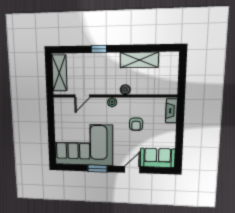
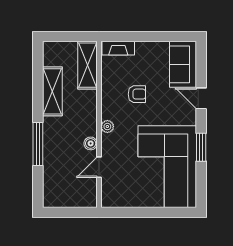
window: (99, 49) -> (38, 144), width x2.17
shelving: (59, 73) -> (88, 65), moved, turned 90
boiler: (125, 90) -> (91, 143), moved
door: (82, 96) -> (99, 167), swing flipped

